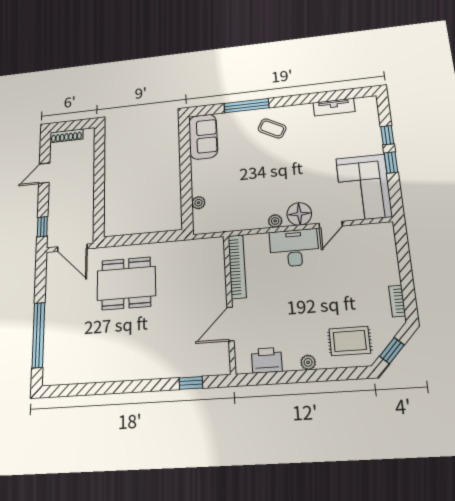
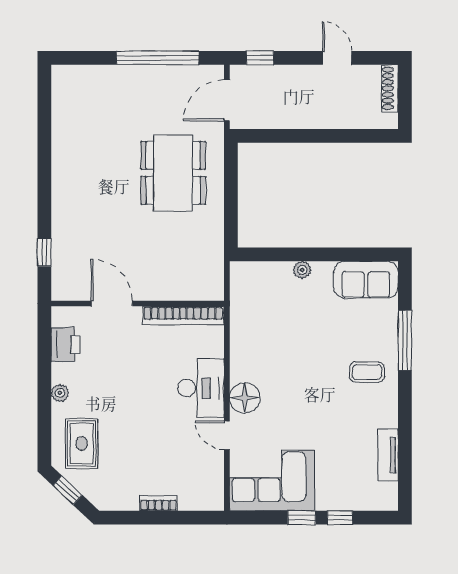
coffee table: (272, 128) -> (367, 372), turned 62
plant: (199, 203) -> (302, 270), moved
plant: (275, 221) -> (238, 367), removed
bookcase: (397, 301) -> (159, 503), moved
window: (38, 335) -> (158, 58), moved

